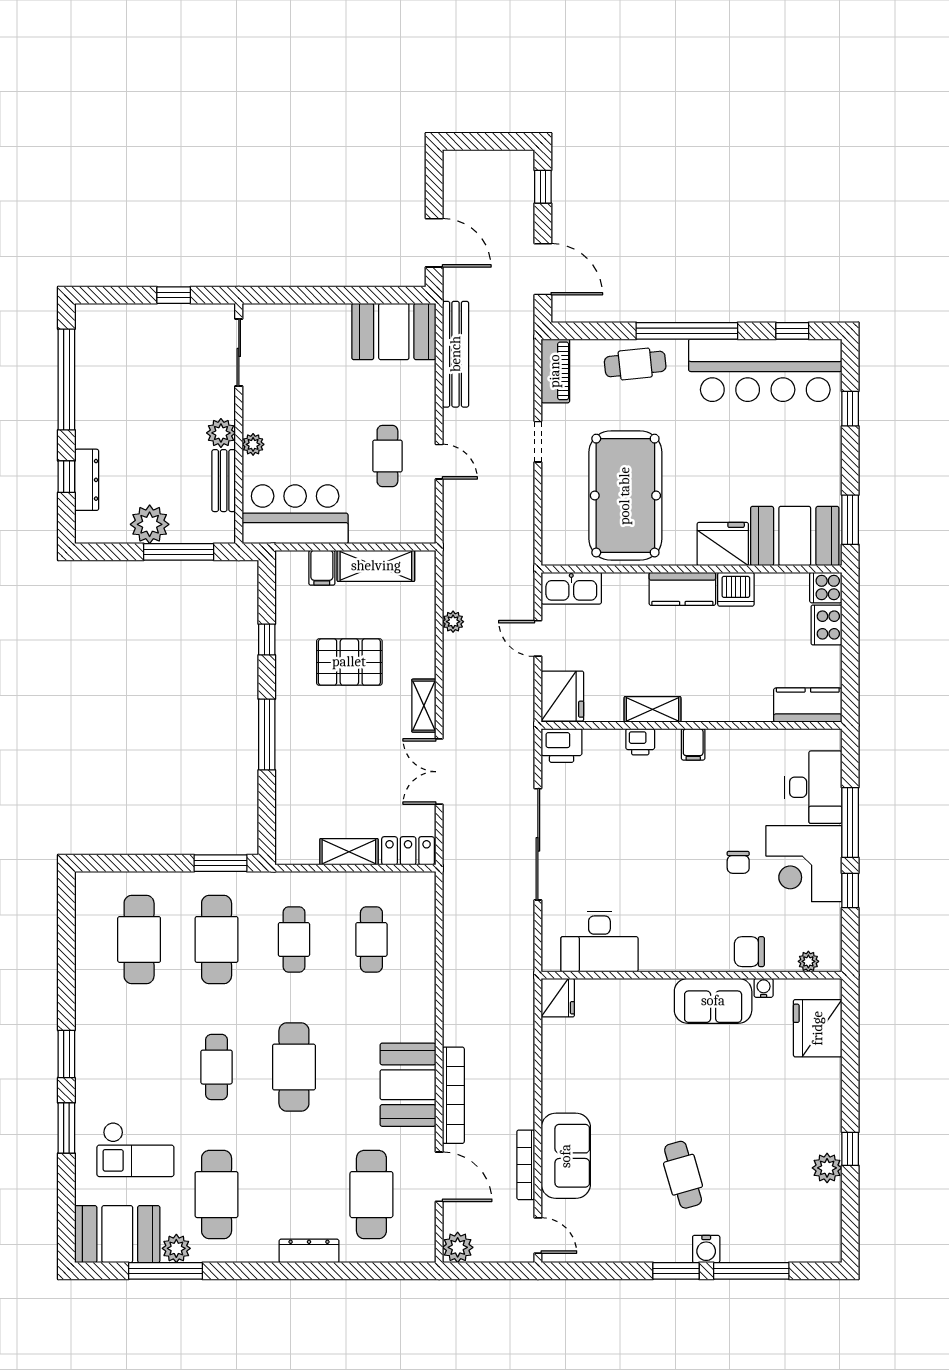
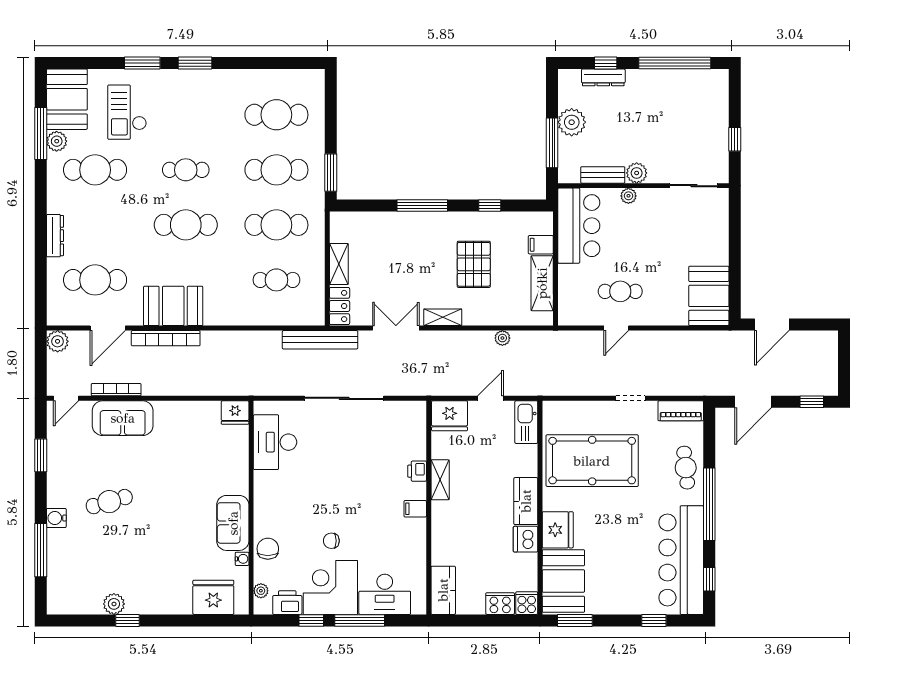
bench: (456, 354) -> (320, 340), moved
printer: (562, 745) -> (287, 603), moved, turned 90
cafe table: (294, 939) -> (276, 225), width x1.37, depth x1.35
window: (676, 1271) -> (41, 455), moved

